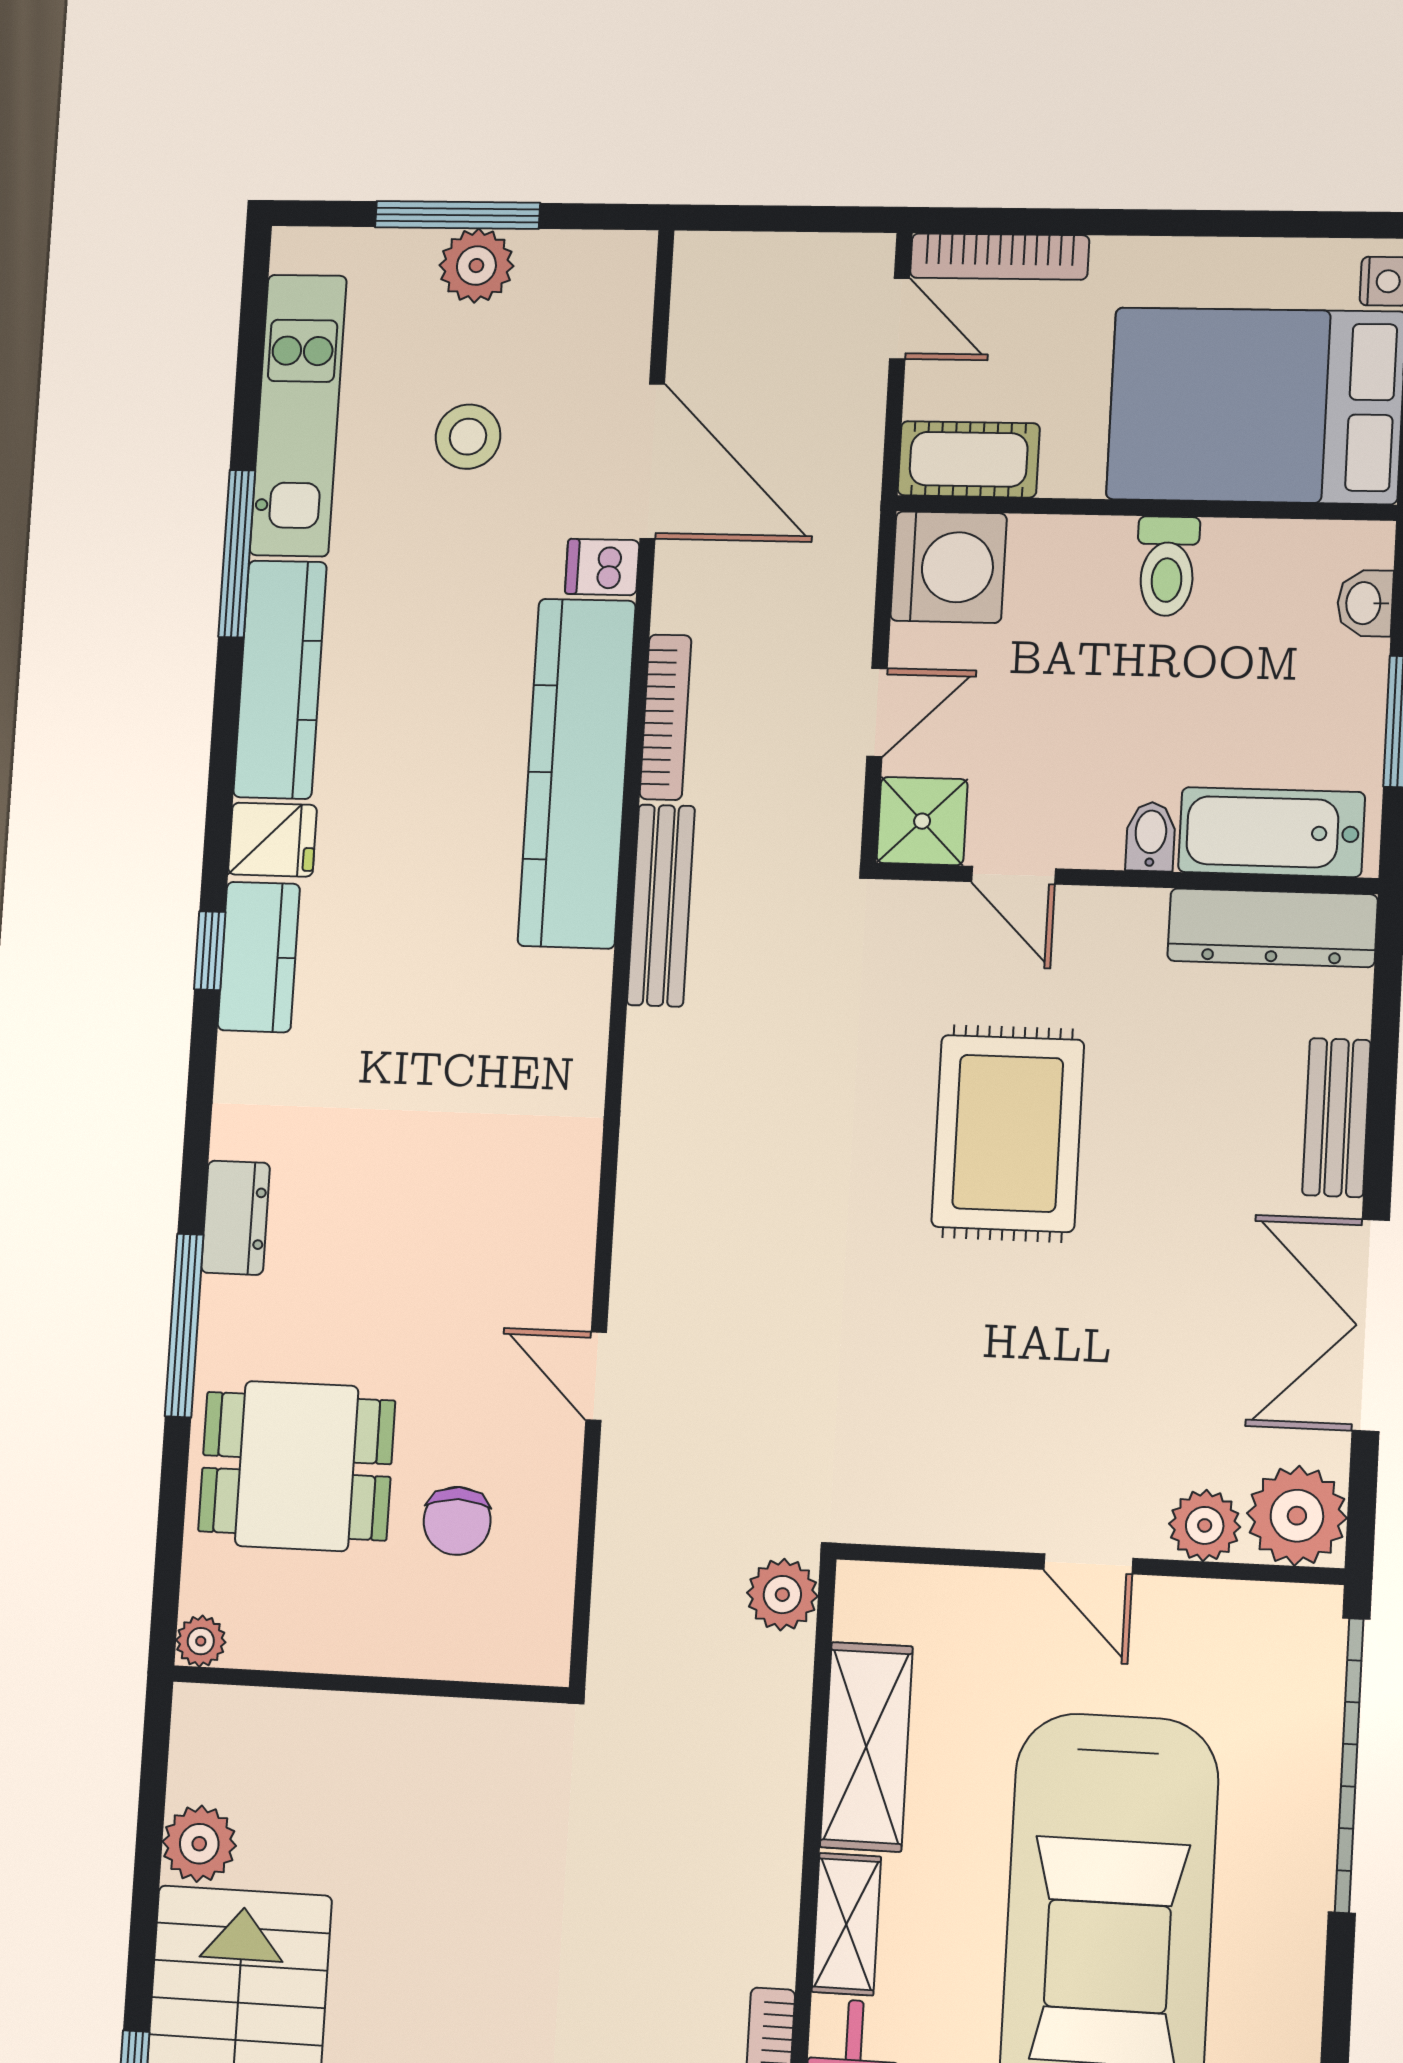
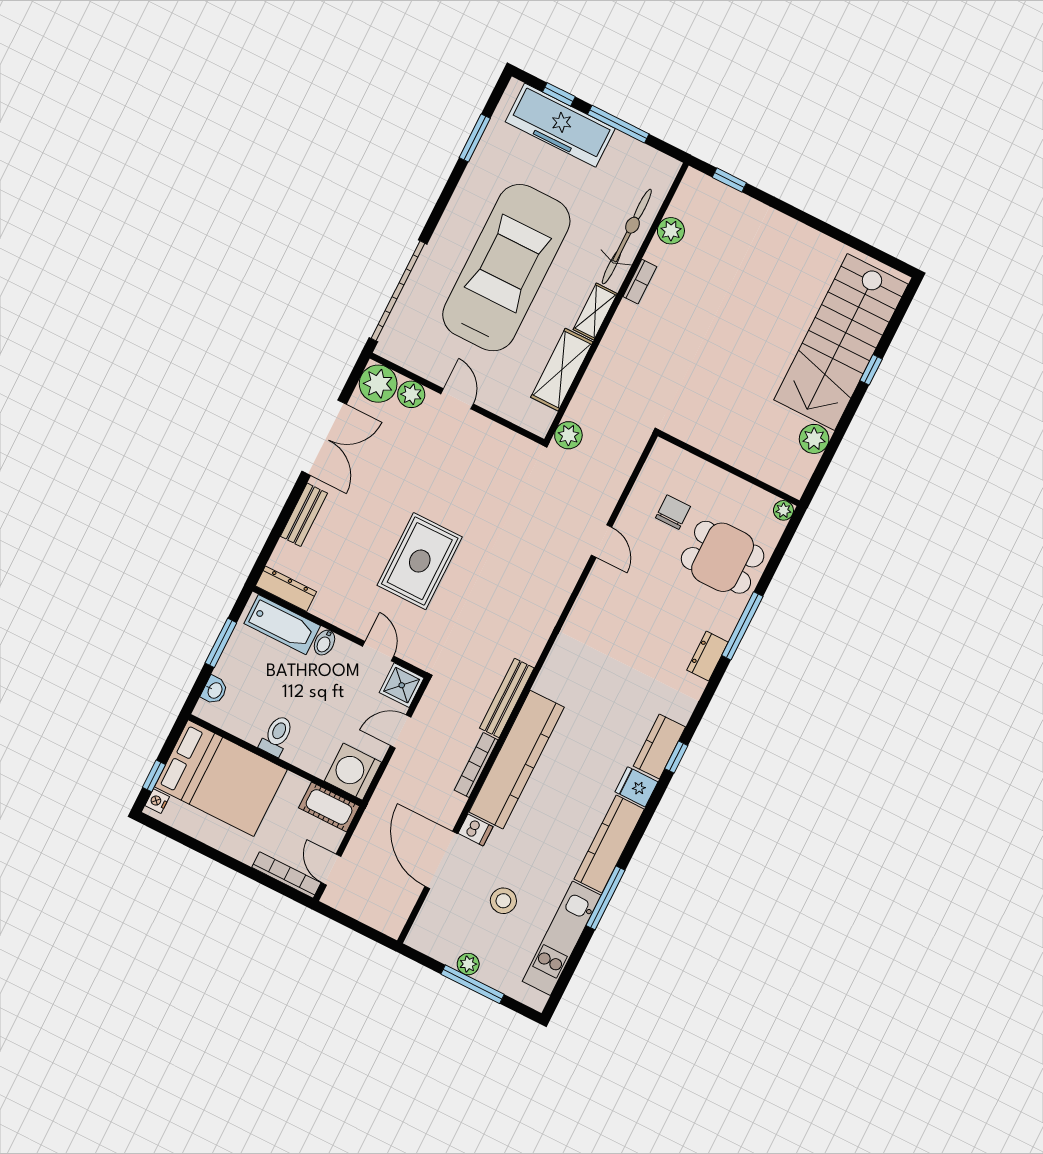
plant: (476, 266) -> (468, 964), width x0.73, depth x0.73
dresser: (1272, 928) -> (286, 589), width x0.73, depth x0.80

